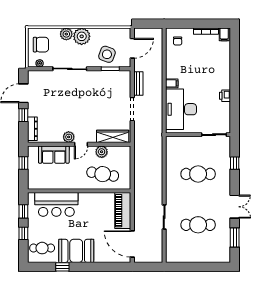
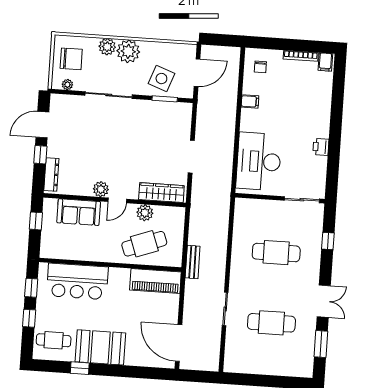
filing cabinet: (172, 83) -> (250, 101), moved
bench: (138, 84) -> (193, 262), moved
cafe table: (103, 174) -> (144, 244), turned -30
piano: (123, 211) -> (155, 281), moved, turned -90

